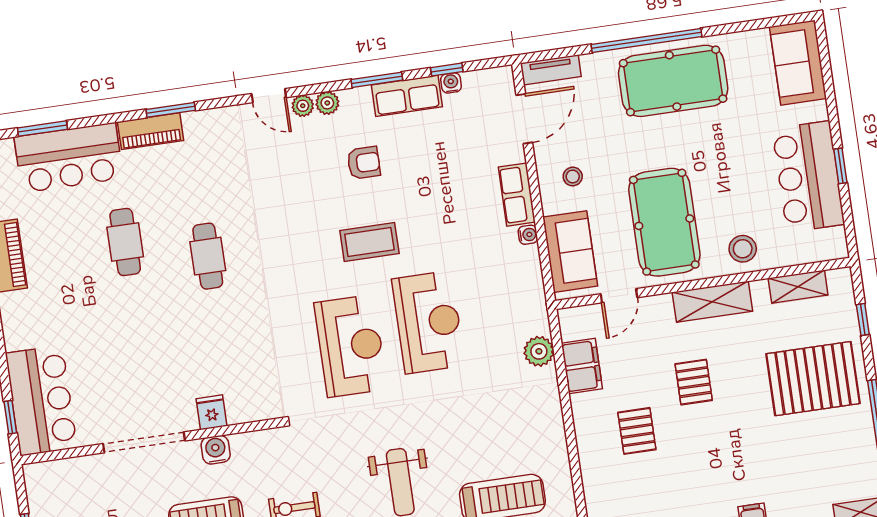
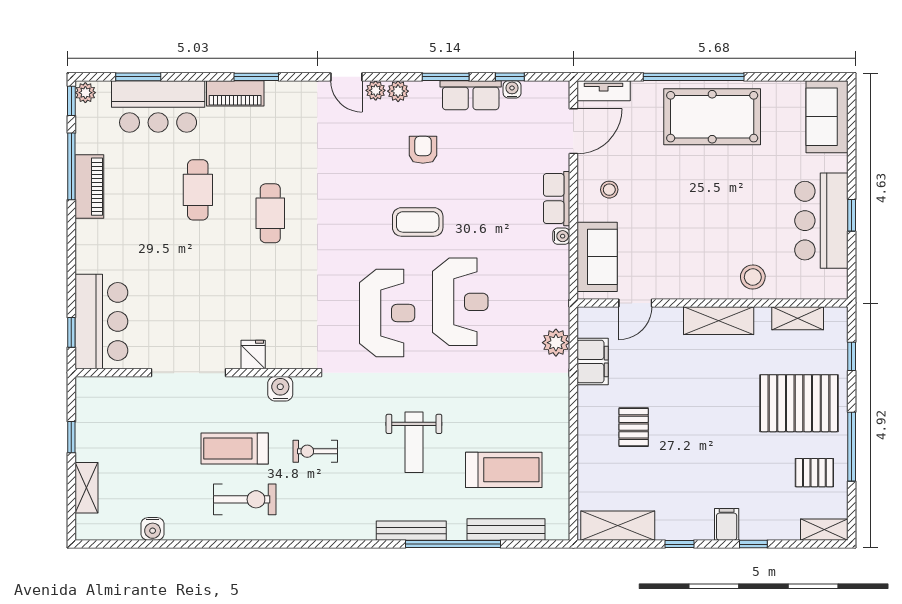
armchair: (364, 163) -> (423, 150), turned -90
pool table: (664, 222) -> (686, 243), removed
pallet: (694, 382) -> (814, 473), moved, turned 90
water cooler: (216, 450) -> (280, 389), moved

